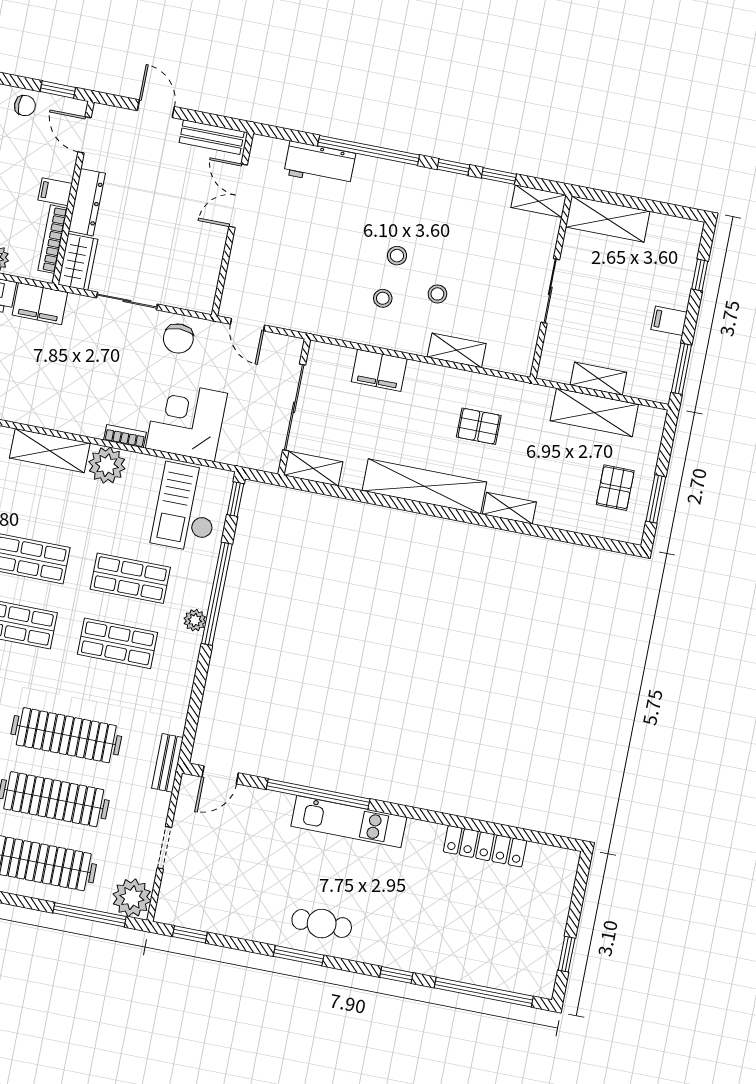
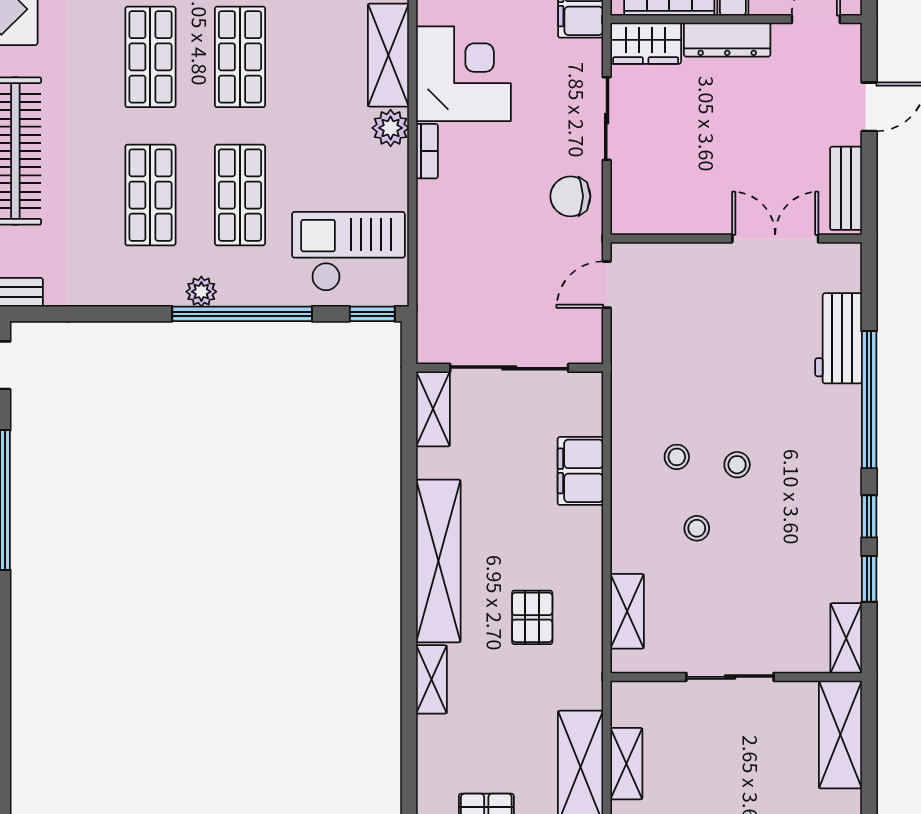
shelving: (457, 350) -> (627, 611), moved
corner desk: (186, 421) -> (463, 74), moved
plant: (107, 465) -> (391, 128), width x0.73, depth x0.73

